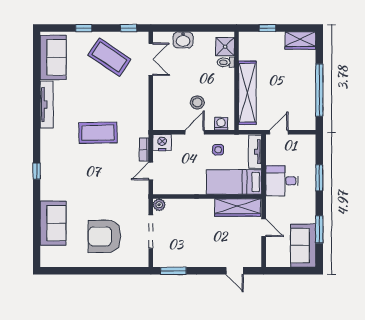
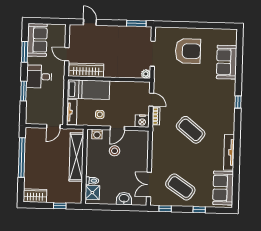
coffee table: (98, 133) -> (191, 130), turned 40
door: (151, 171) -> (151, 100), hinge flipped
desk: (282, 181) -> (39, 77), moved, turned 180

